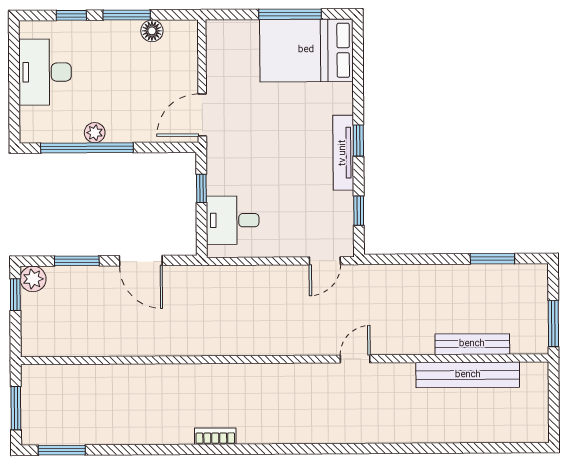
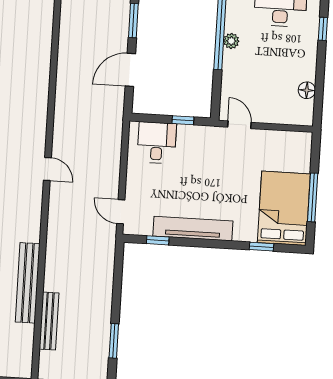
window: (127, 15) -> (320, 72), removed
door: (202, 115) -> (239, 125), width x0.73
window: (358, 141) -> (261, 247), moved
tv unit: (343, 153) -> (193, 229), width x1.36, depth x1.29
door: (355, 359) -> (47, 169), moved
bench: (468, 375) -> (28, 283), moved

